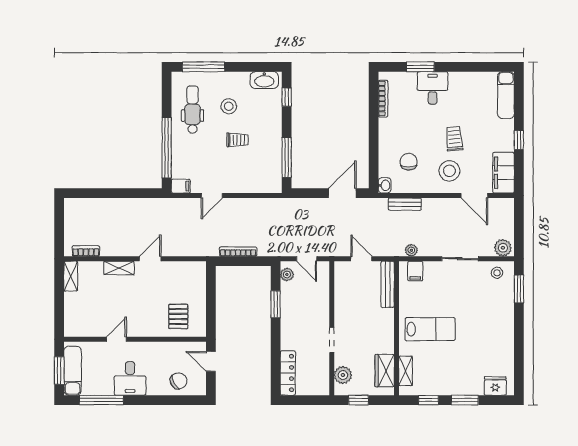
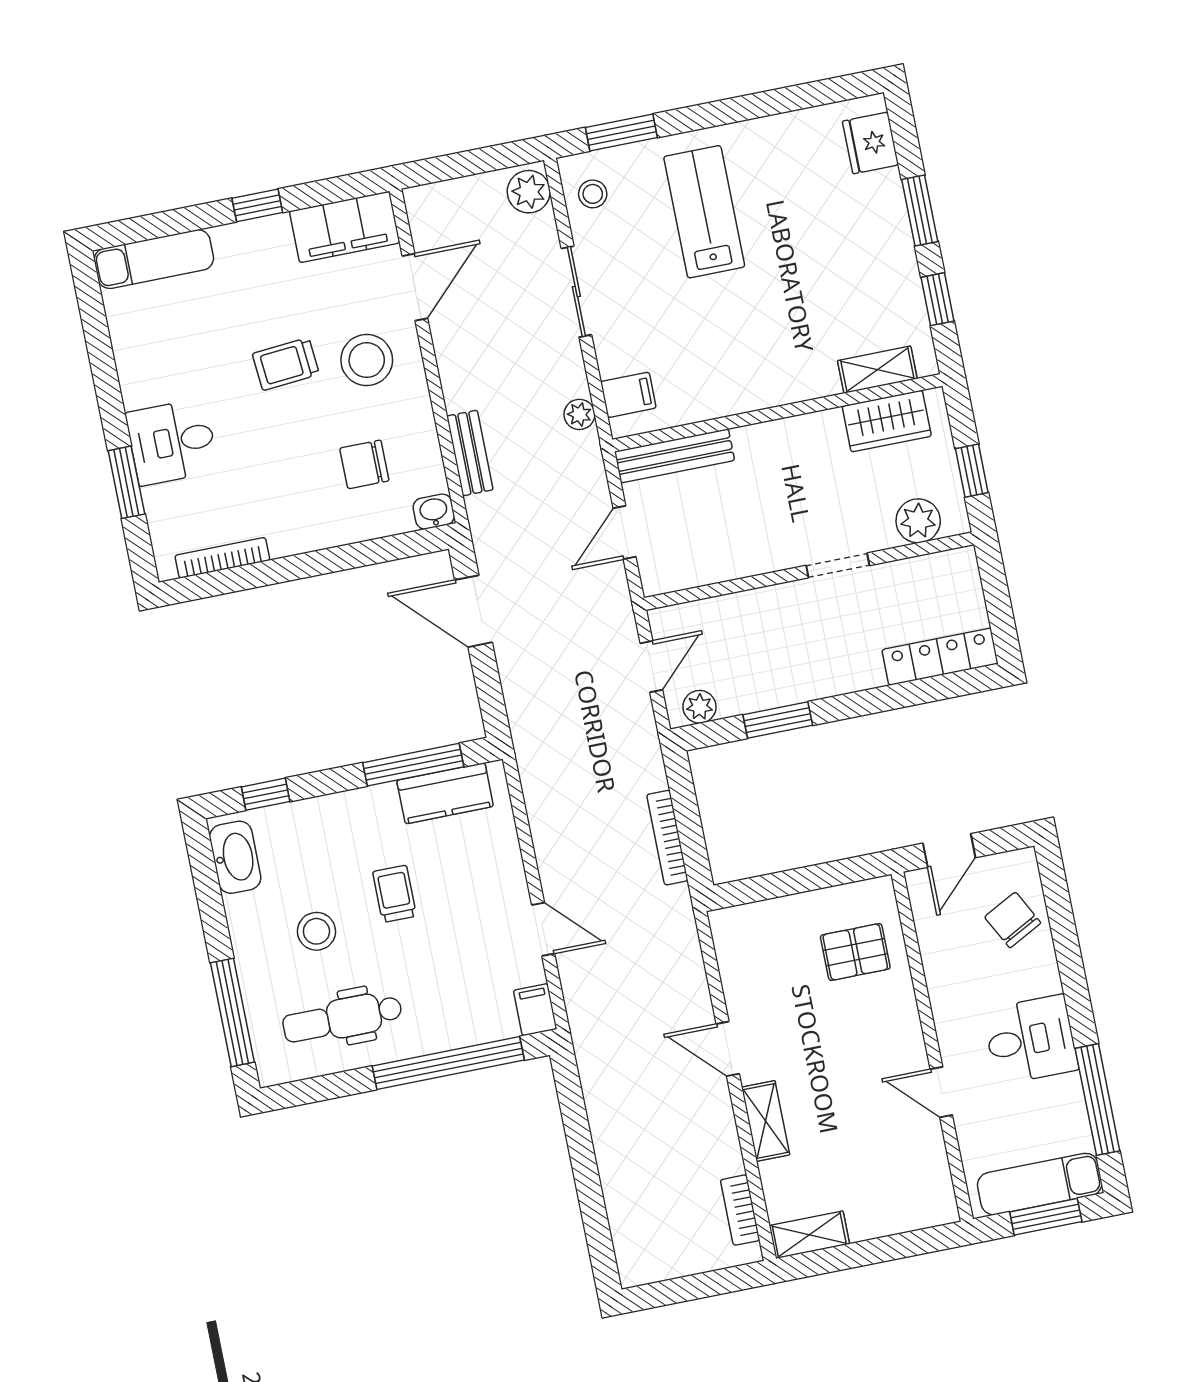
kitchen counter: (273, 168) -> (445, 793), added
lab bench: (430, 329) -> (704, 212), moved

